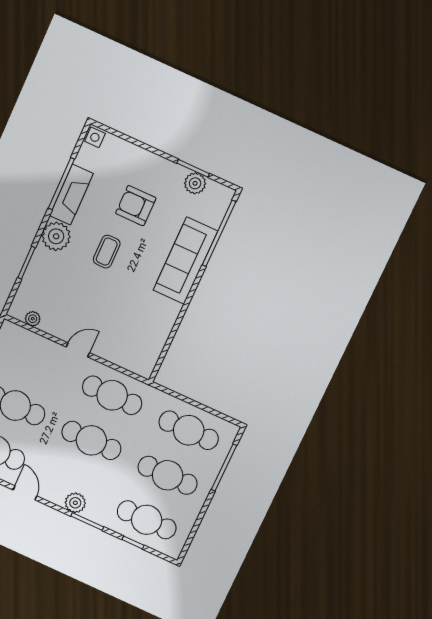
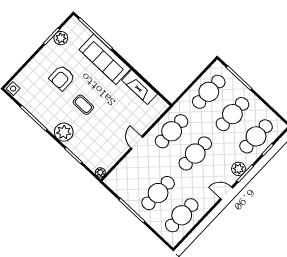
fireplace: (71, 195) -> (140, 87), moved, turned 180
plant: (33, 319) -> (100, 172), moved
door: (25, 493) -> (226, 193), moved
plant: (75, 503) -> (239, 169), moved

